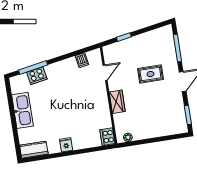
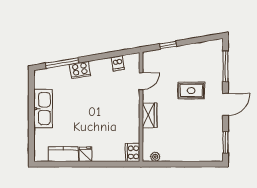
cooker: (37, 76) -> (80, 70), moved
kitchen counter: (34, 150) -> (63, 154), moved

